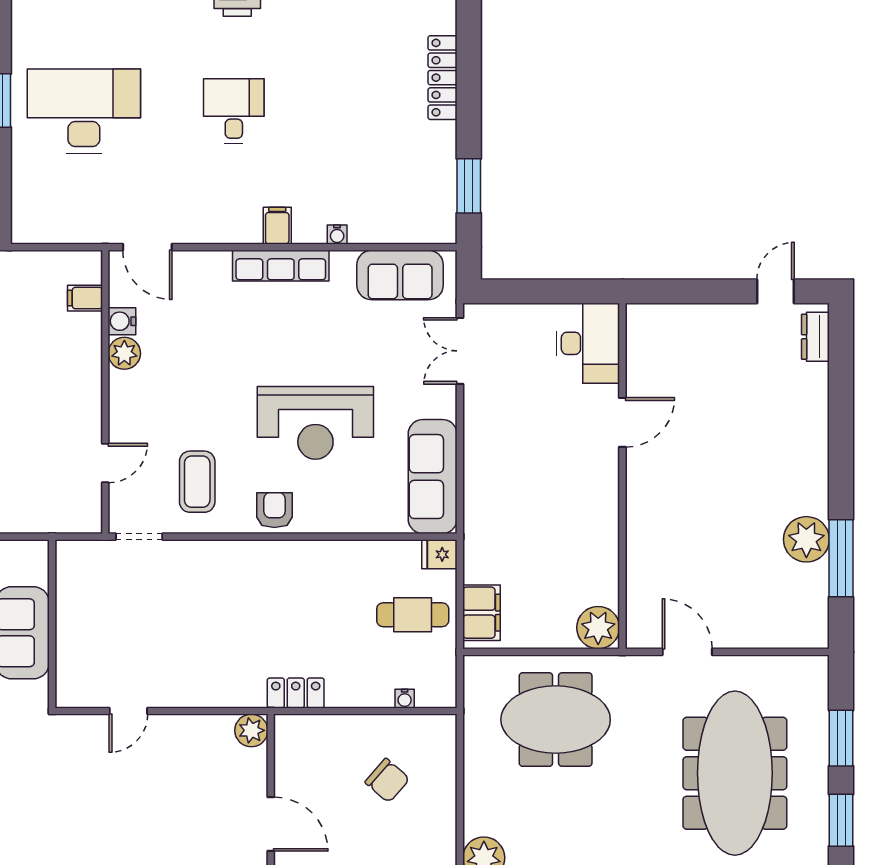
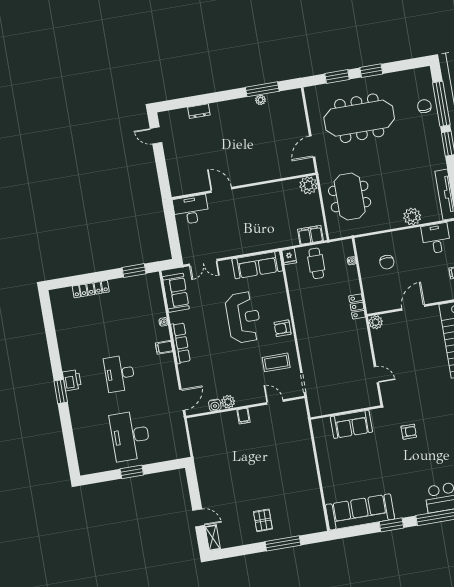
desk: (234, 111) -> (120, 373), width x1.37
filing cabinet: (85, 298) -> (243, 416), moved
dresser: (815, 337) -> (199, 111), moved
plant: (806, 539) -> (261, 100), width x0.53, depth x0.53
chair: (387, 780) -> (387, 262), turned 139

